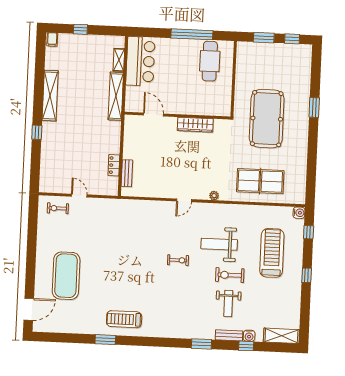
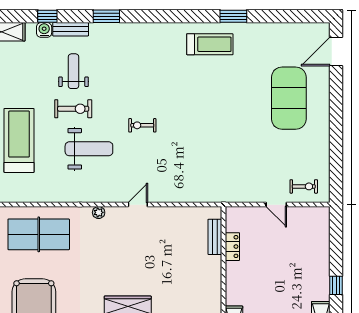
treadmill: (272, 253) -> (19, 140), turned 180

